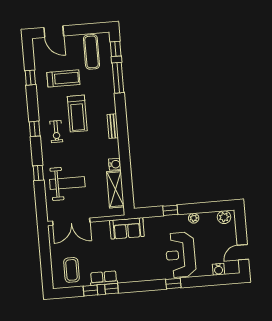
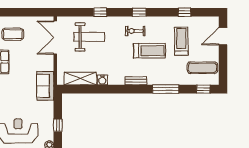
treadmill: (63, 78) -> (181, 41), turned 180
window: (118, 78) -> (166, 89), moved
treadmill: (77, 114) -> (149, 51), turned 180
weight bench: (67, 183) -> (89, 37), turned -90

